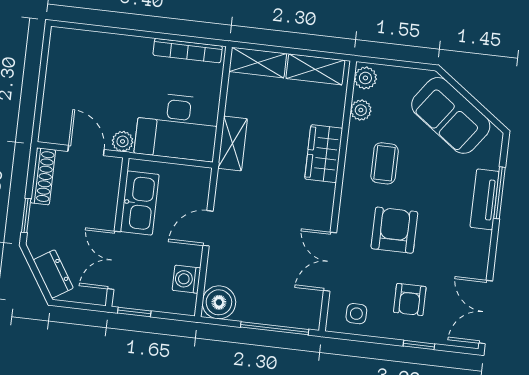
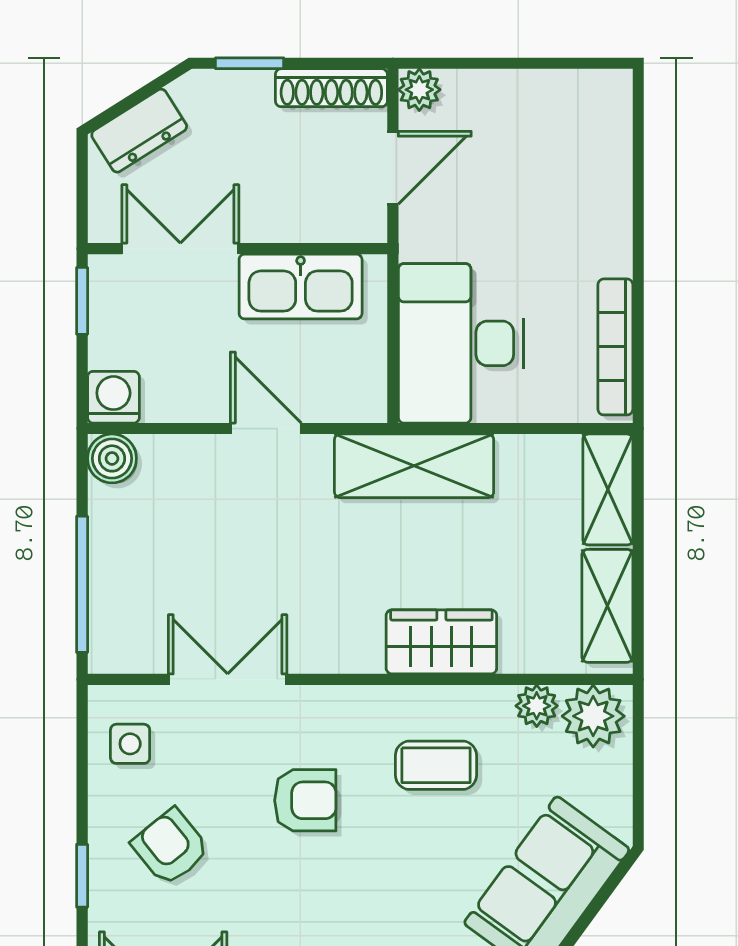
plant: (365, 78) -> (593, 716), width x1.38, depth x1.38
plant: (123, 141) -> (419, 90), moved
shelving: (233, 143) -> (414, 466), width x1.50, depth x1.33
armchair: (394, 230) -> (305, 800), width x0.72, depth x0.72
washing machine: (186, 279) -> (113, 397), moved
armchair: (410, 300) -> (171, 847), turned 51
boiler: (219, 302) -> (112, 458), width x0.73, depth x0.73

